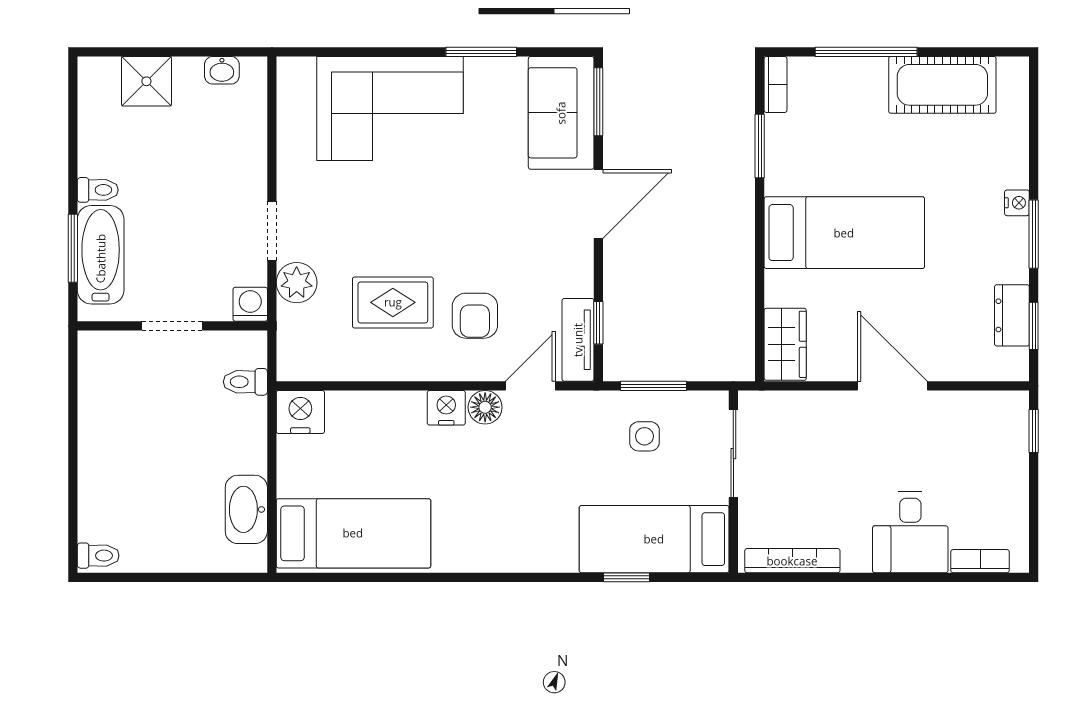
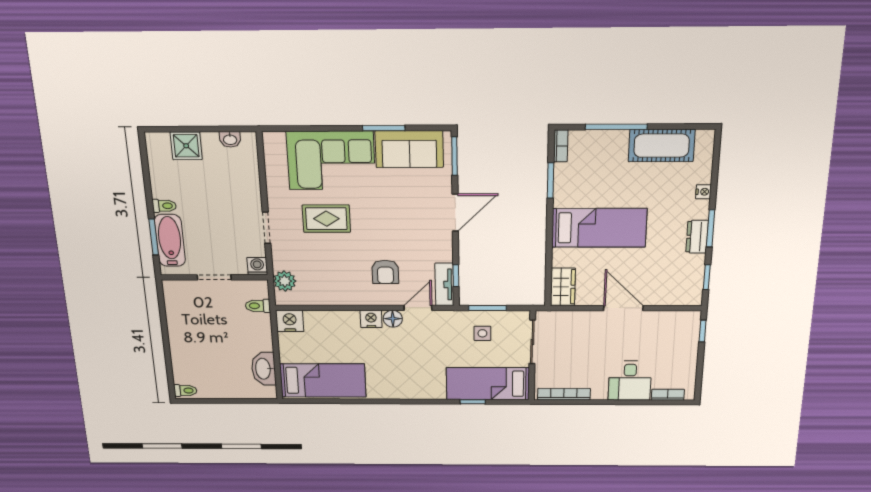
sofa: (561, 113) -> (409, 149), moved, turned -90
nightstand: (1017, 203) -> (703, 192), moved
plant: (297, 283) -> (285, 281), moved
rug: (393, 302) -> (326, 219), moved
dresser: (1012, 315) -> (697, 237), moved

